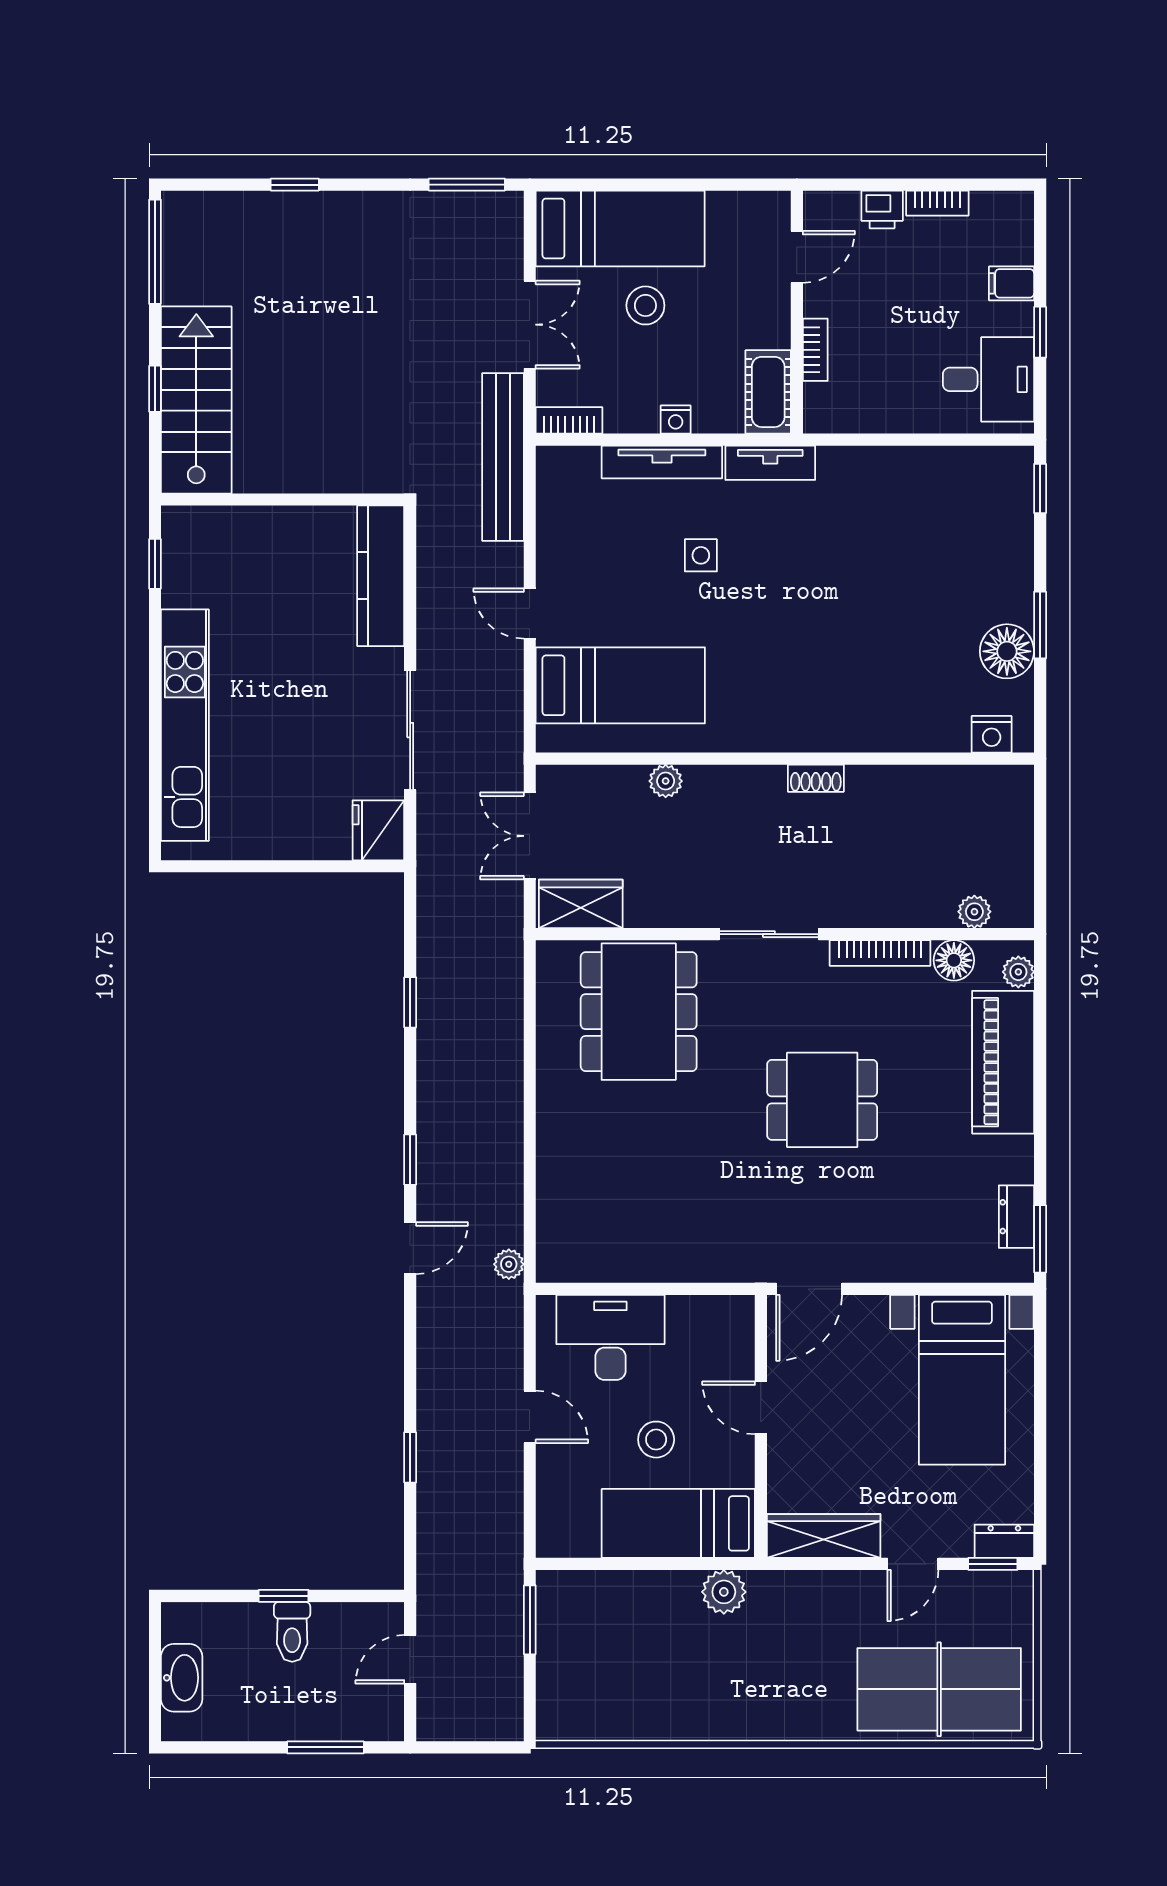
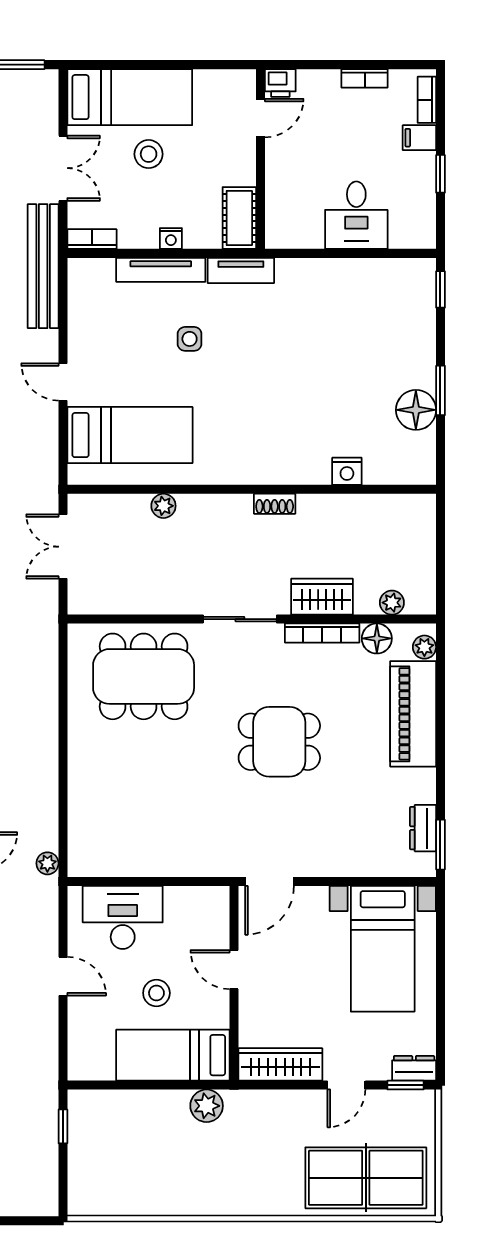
printer: (882, 209) -> (280, 83), moved
bookcase: (815, 350) -> (427, 100), moved, turned 180
desk: (988, 379) -> (356, 215), moved, turned 90
nightstand: (992, 734) -> (347, 471), moved
wardrobe: (581, 904) -> (322, 597), moved
dining table: (639, 1012) -> (144, 676), turned 90
window: (530, 1620) -> (63, 1126), width x0.67

